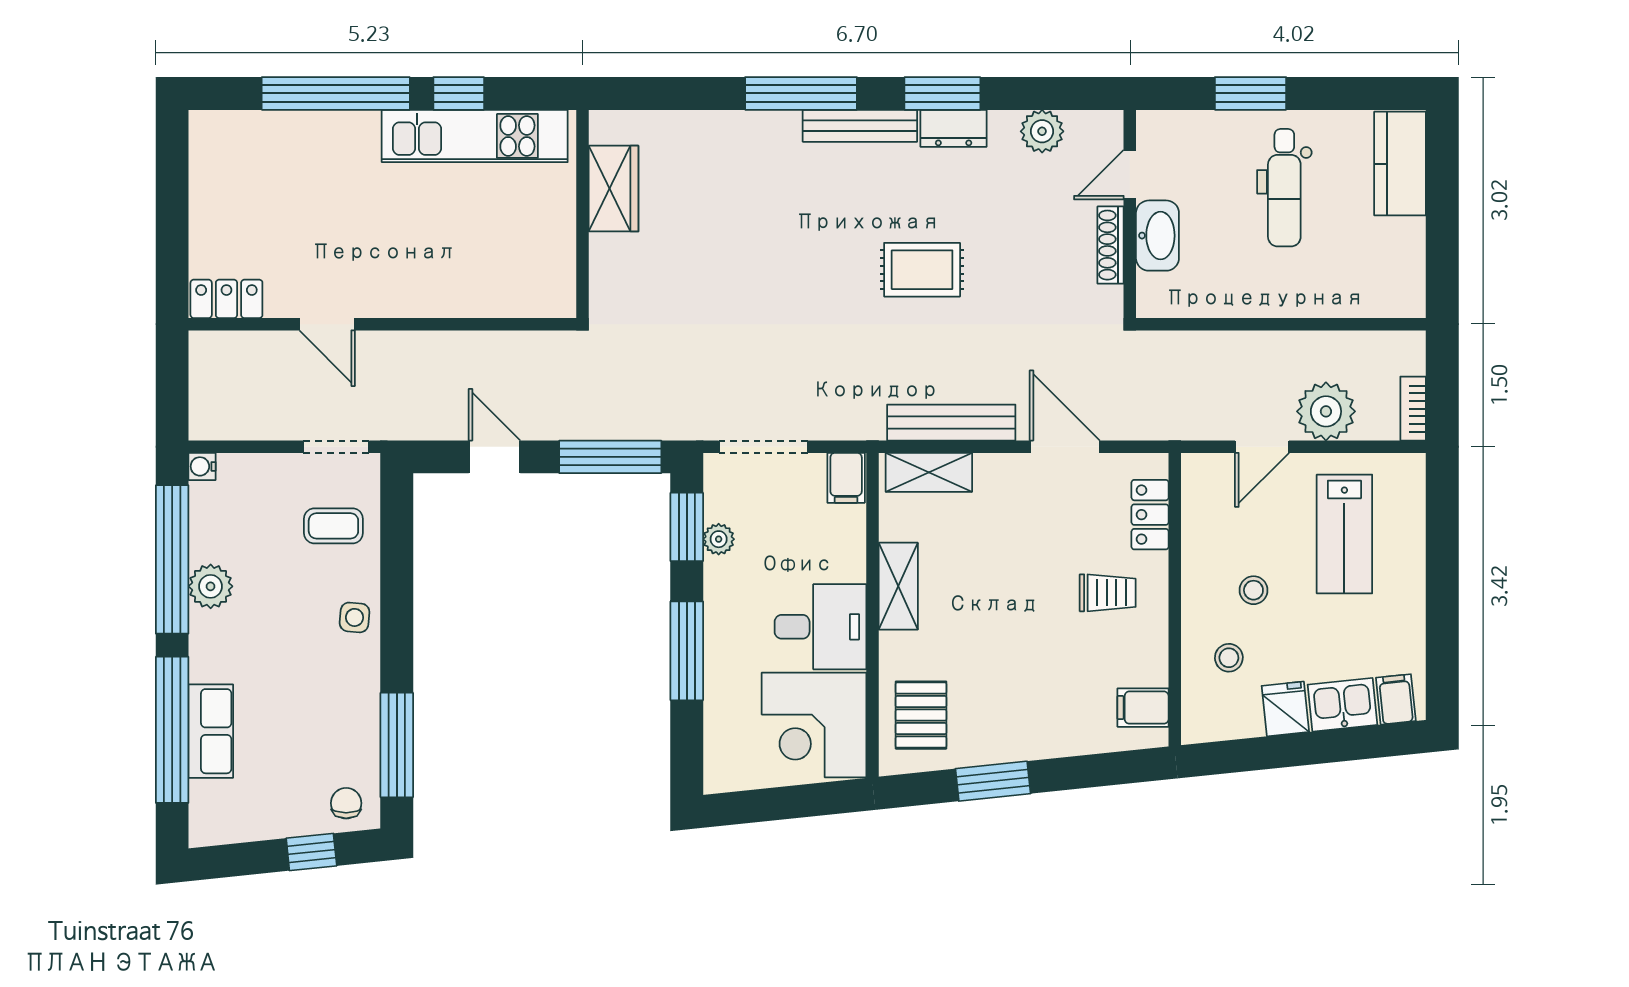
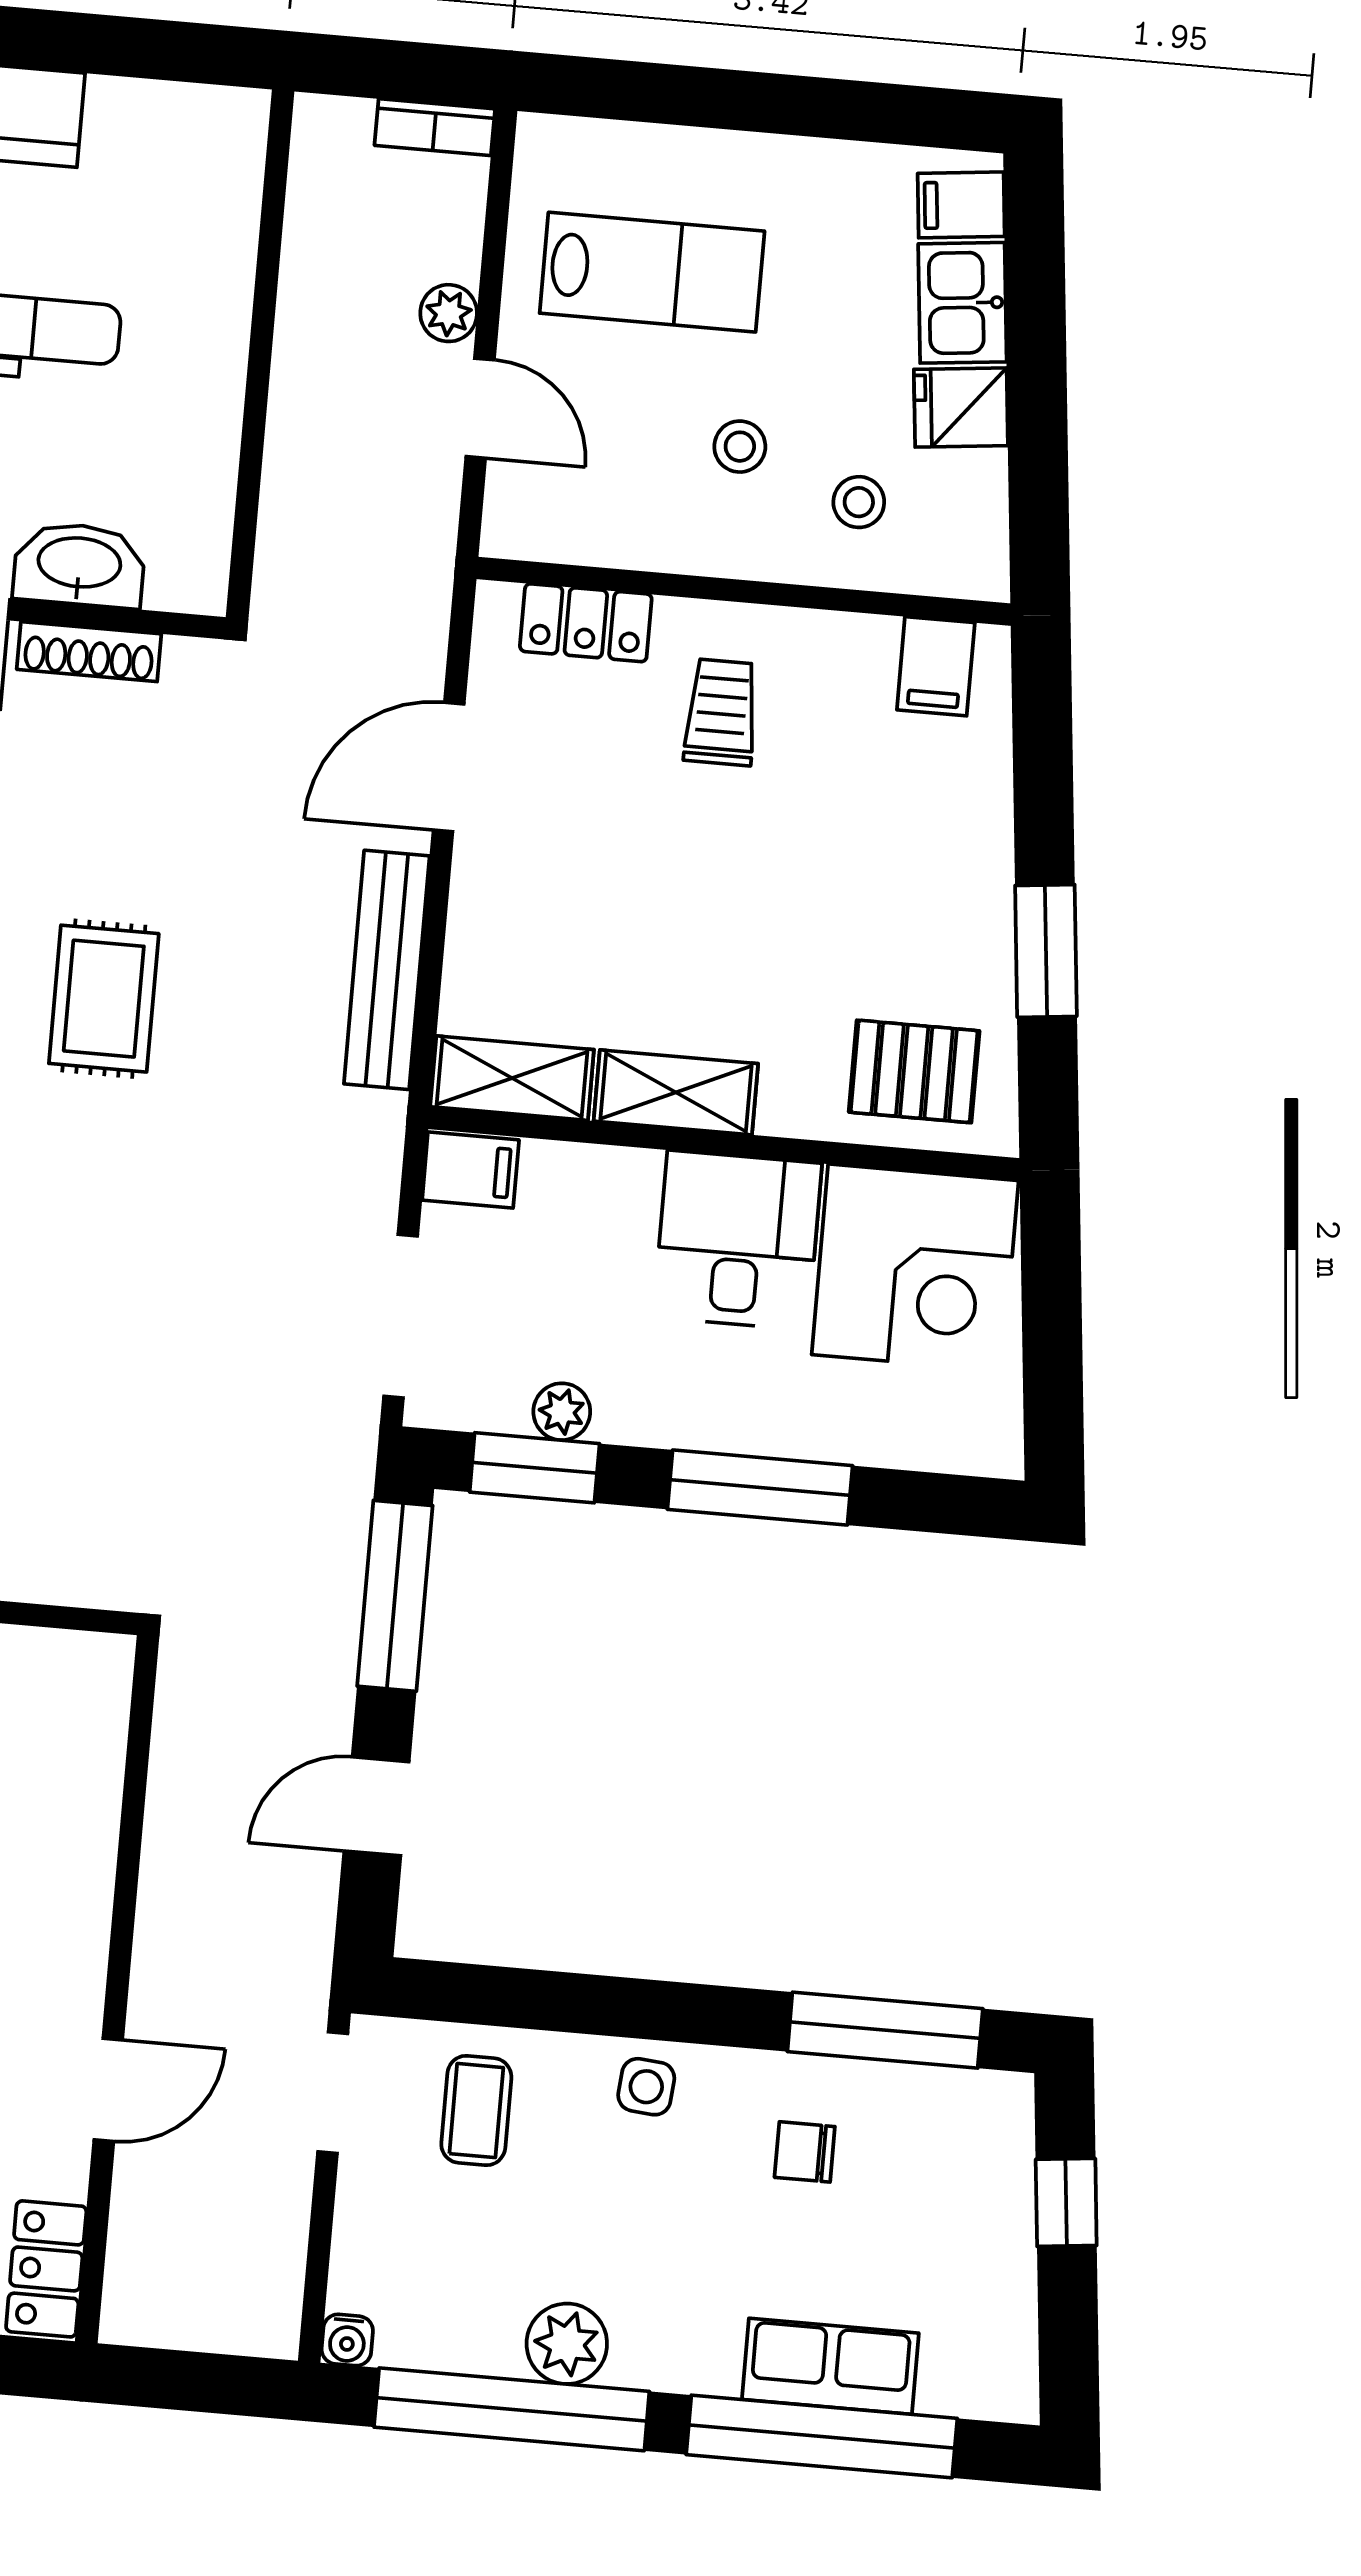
plant: (1326, 411) -> (449, 313), width x0.53, depth x0.53
shelving: (929, 472) -> (512, 1078), moved, turned 90
chair: (346, 803) -> (805, 2152), moved

